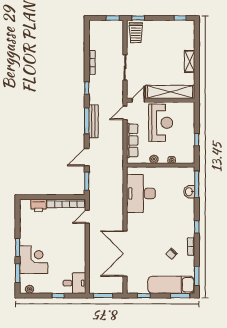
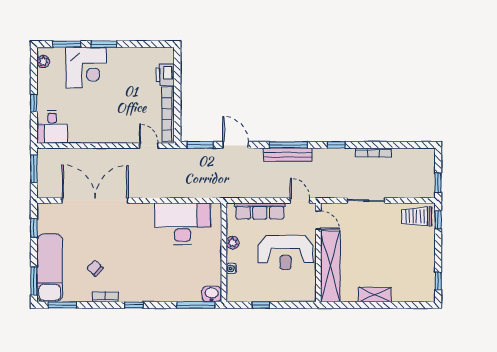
washbasin: (189, 192) -> (212, 294), moved

